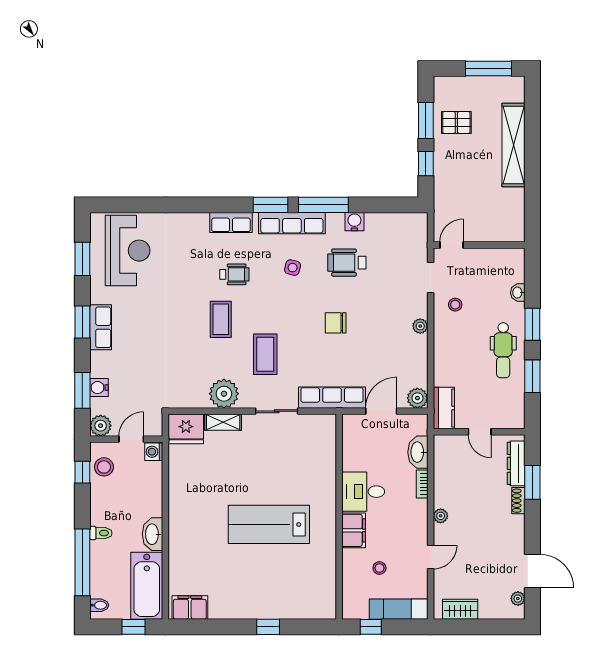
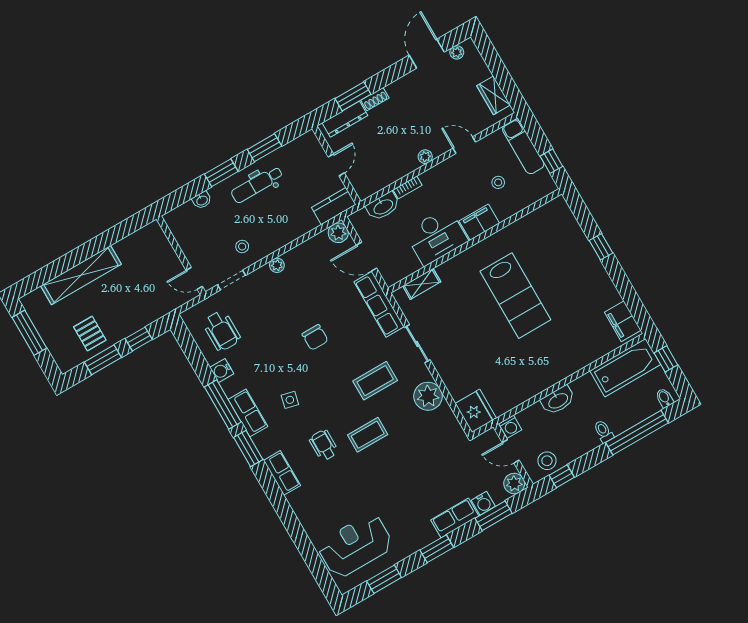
row of seats: (292, 223) -> (248, 413), width x0.68
wheelchair: (347, 263) -> (222, 331), moved
row of seats: (101, 327) -> (455, 518), moved
dental chair: (503, 350) -> (257, 185), turned 180
shelving: (223, 422) -> (422, 284), moved, turned 90
desk: (363, 492) -> (436, 236), width x1.37
washbasin: (153, 534) -> (558, 400), moved

